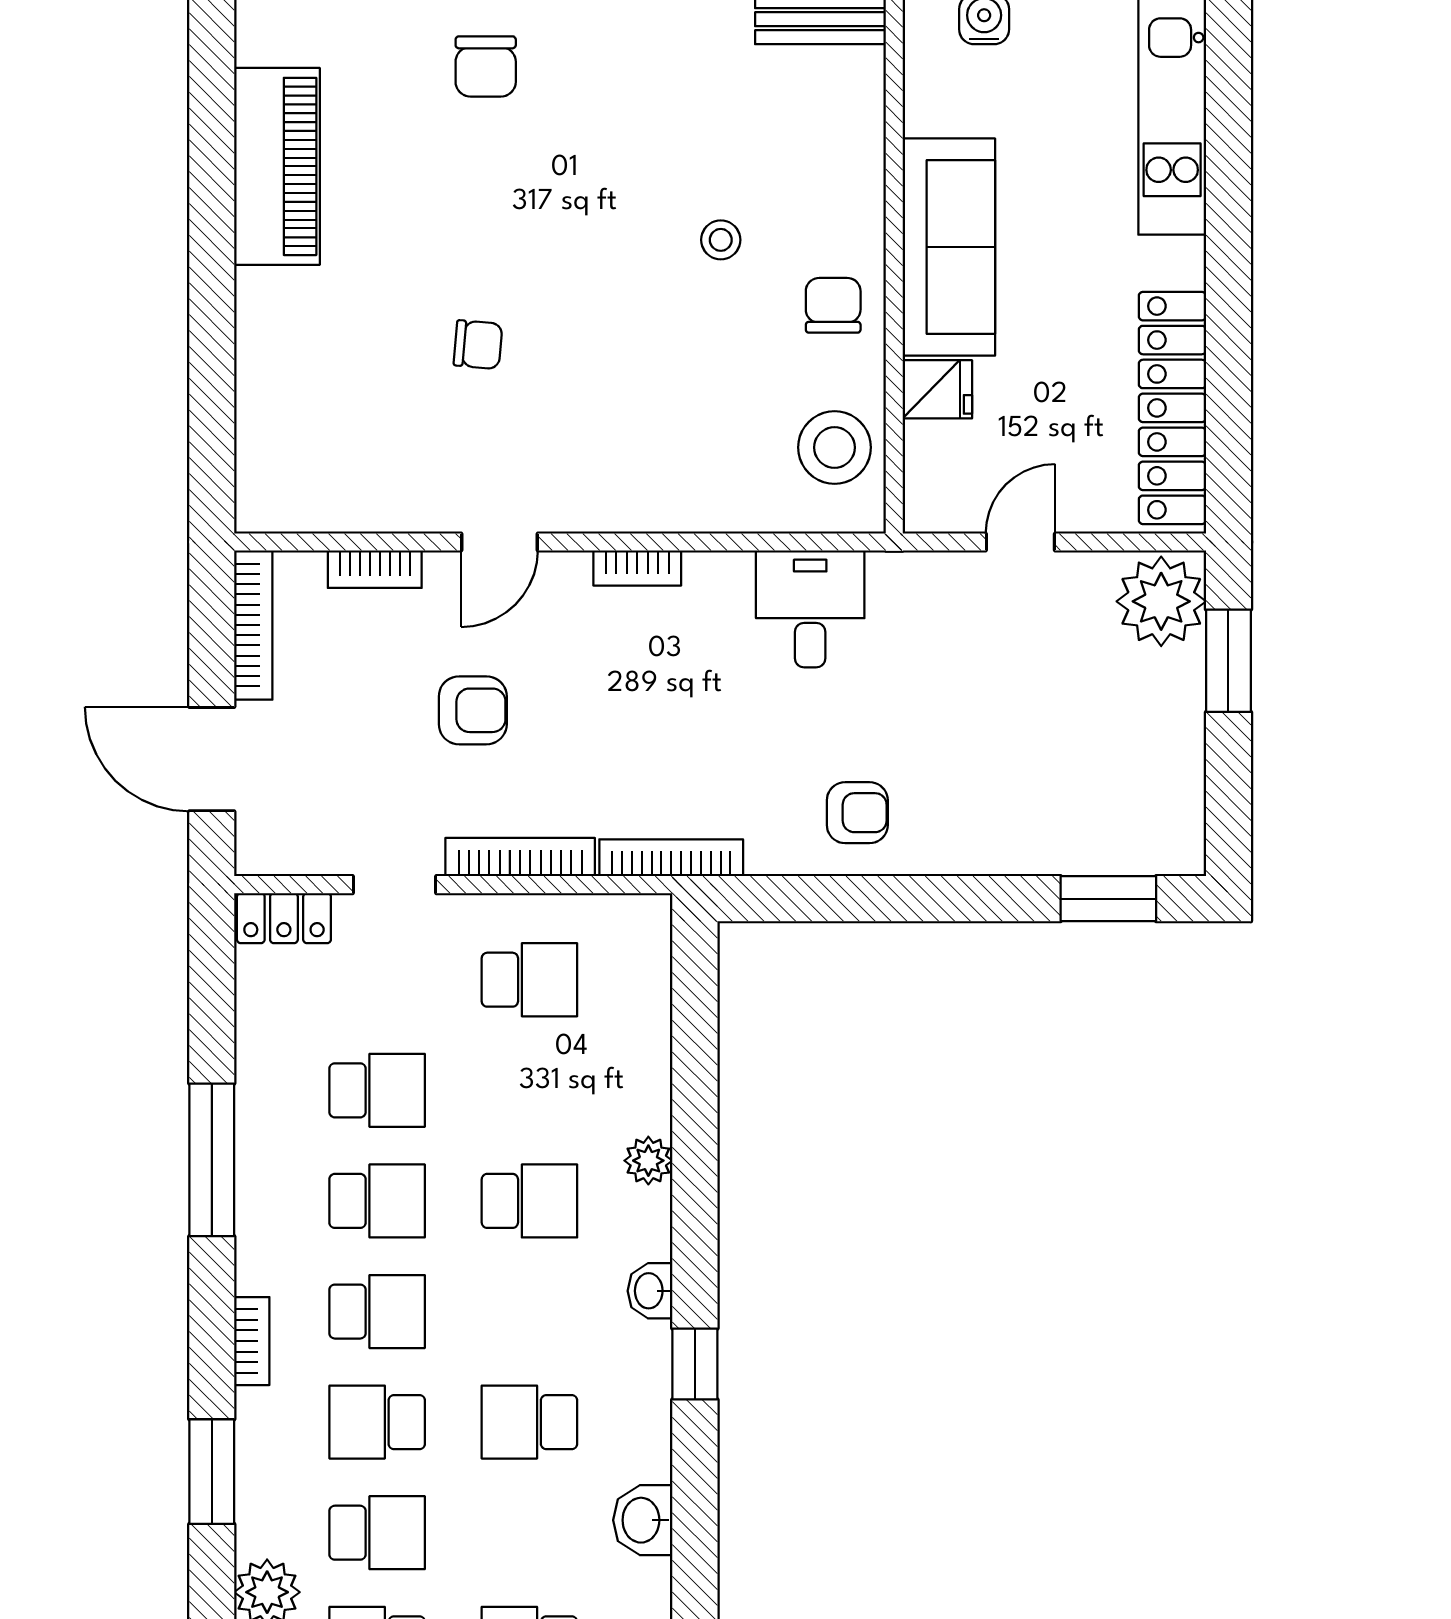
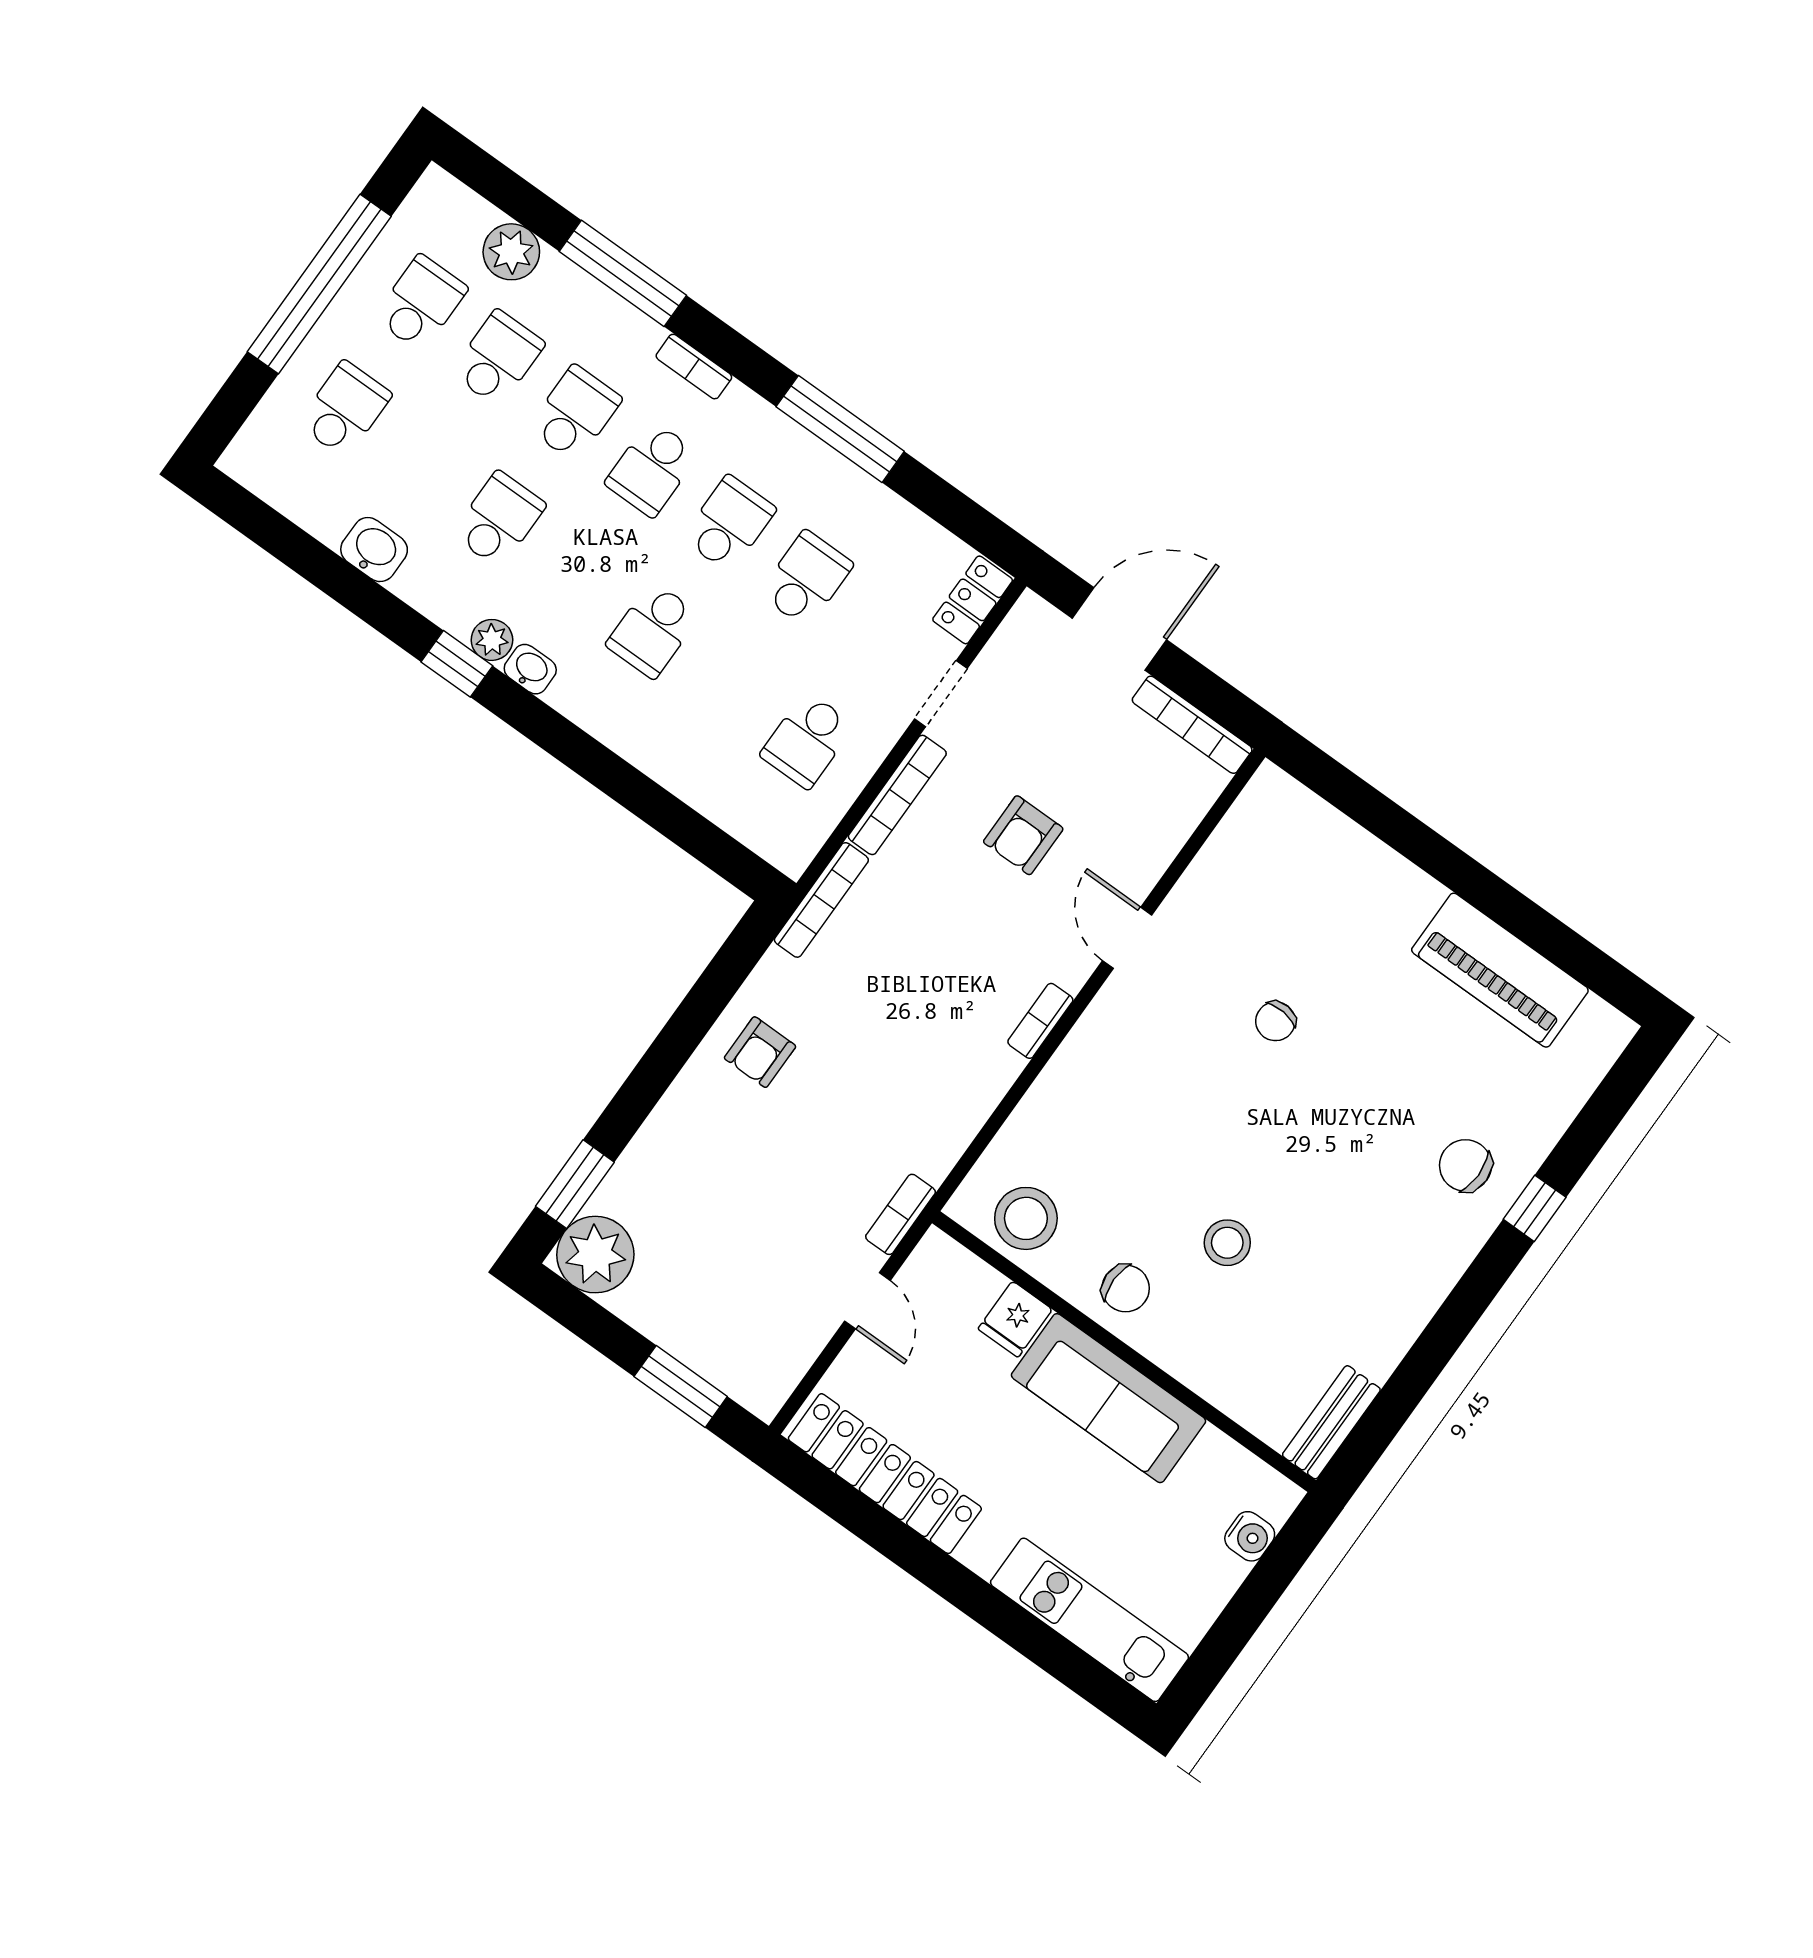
stool: (721, 240) -> (1227, 1243), width x1.37, depth x1.37
bookcase: (375, 569) -> (901, 1214), moved
plant: (1161, 601) -> (595, 1255), moved
desk: (810, 609) -> (926, 1121), removed
school desk: (377, 1090) -> (806, 579), turned 180
plant: (648, 1161) -> (492, 640), moved
school desk: (377, 1201) -> (729, 524), turned 180
window: (212, 1472) -> (623, 273), width x1.44
school desk: (377, 1533) -> (498, 358), turned 180

